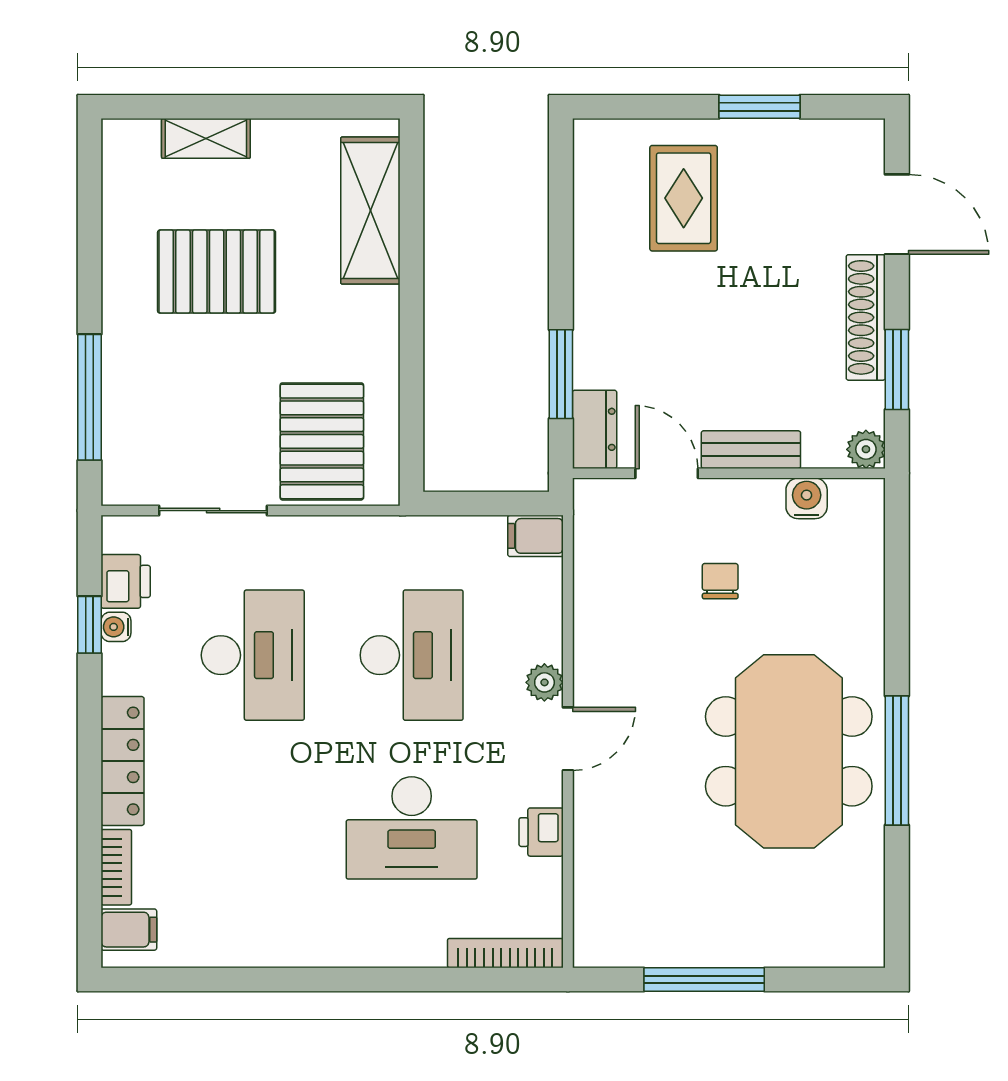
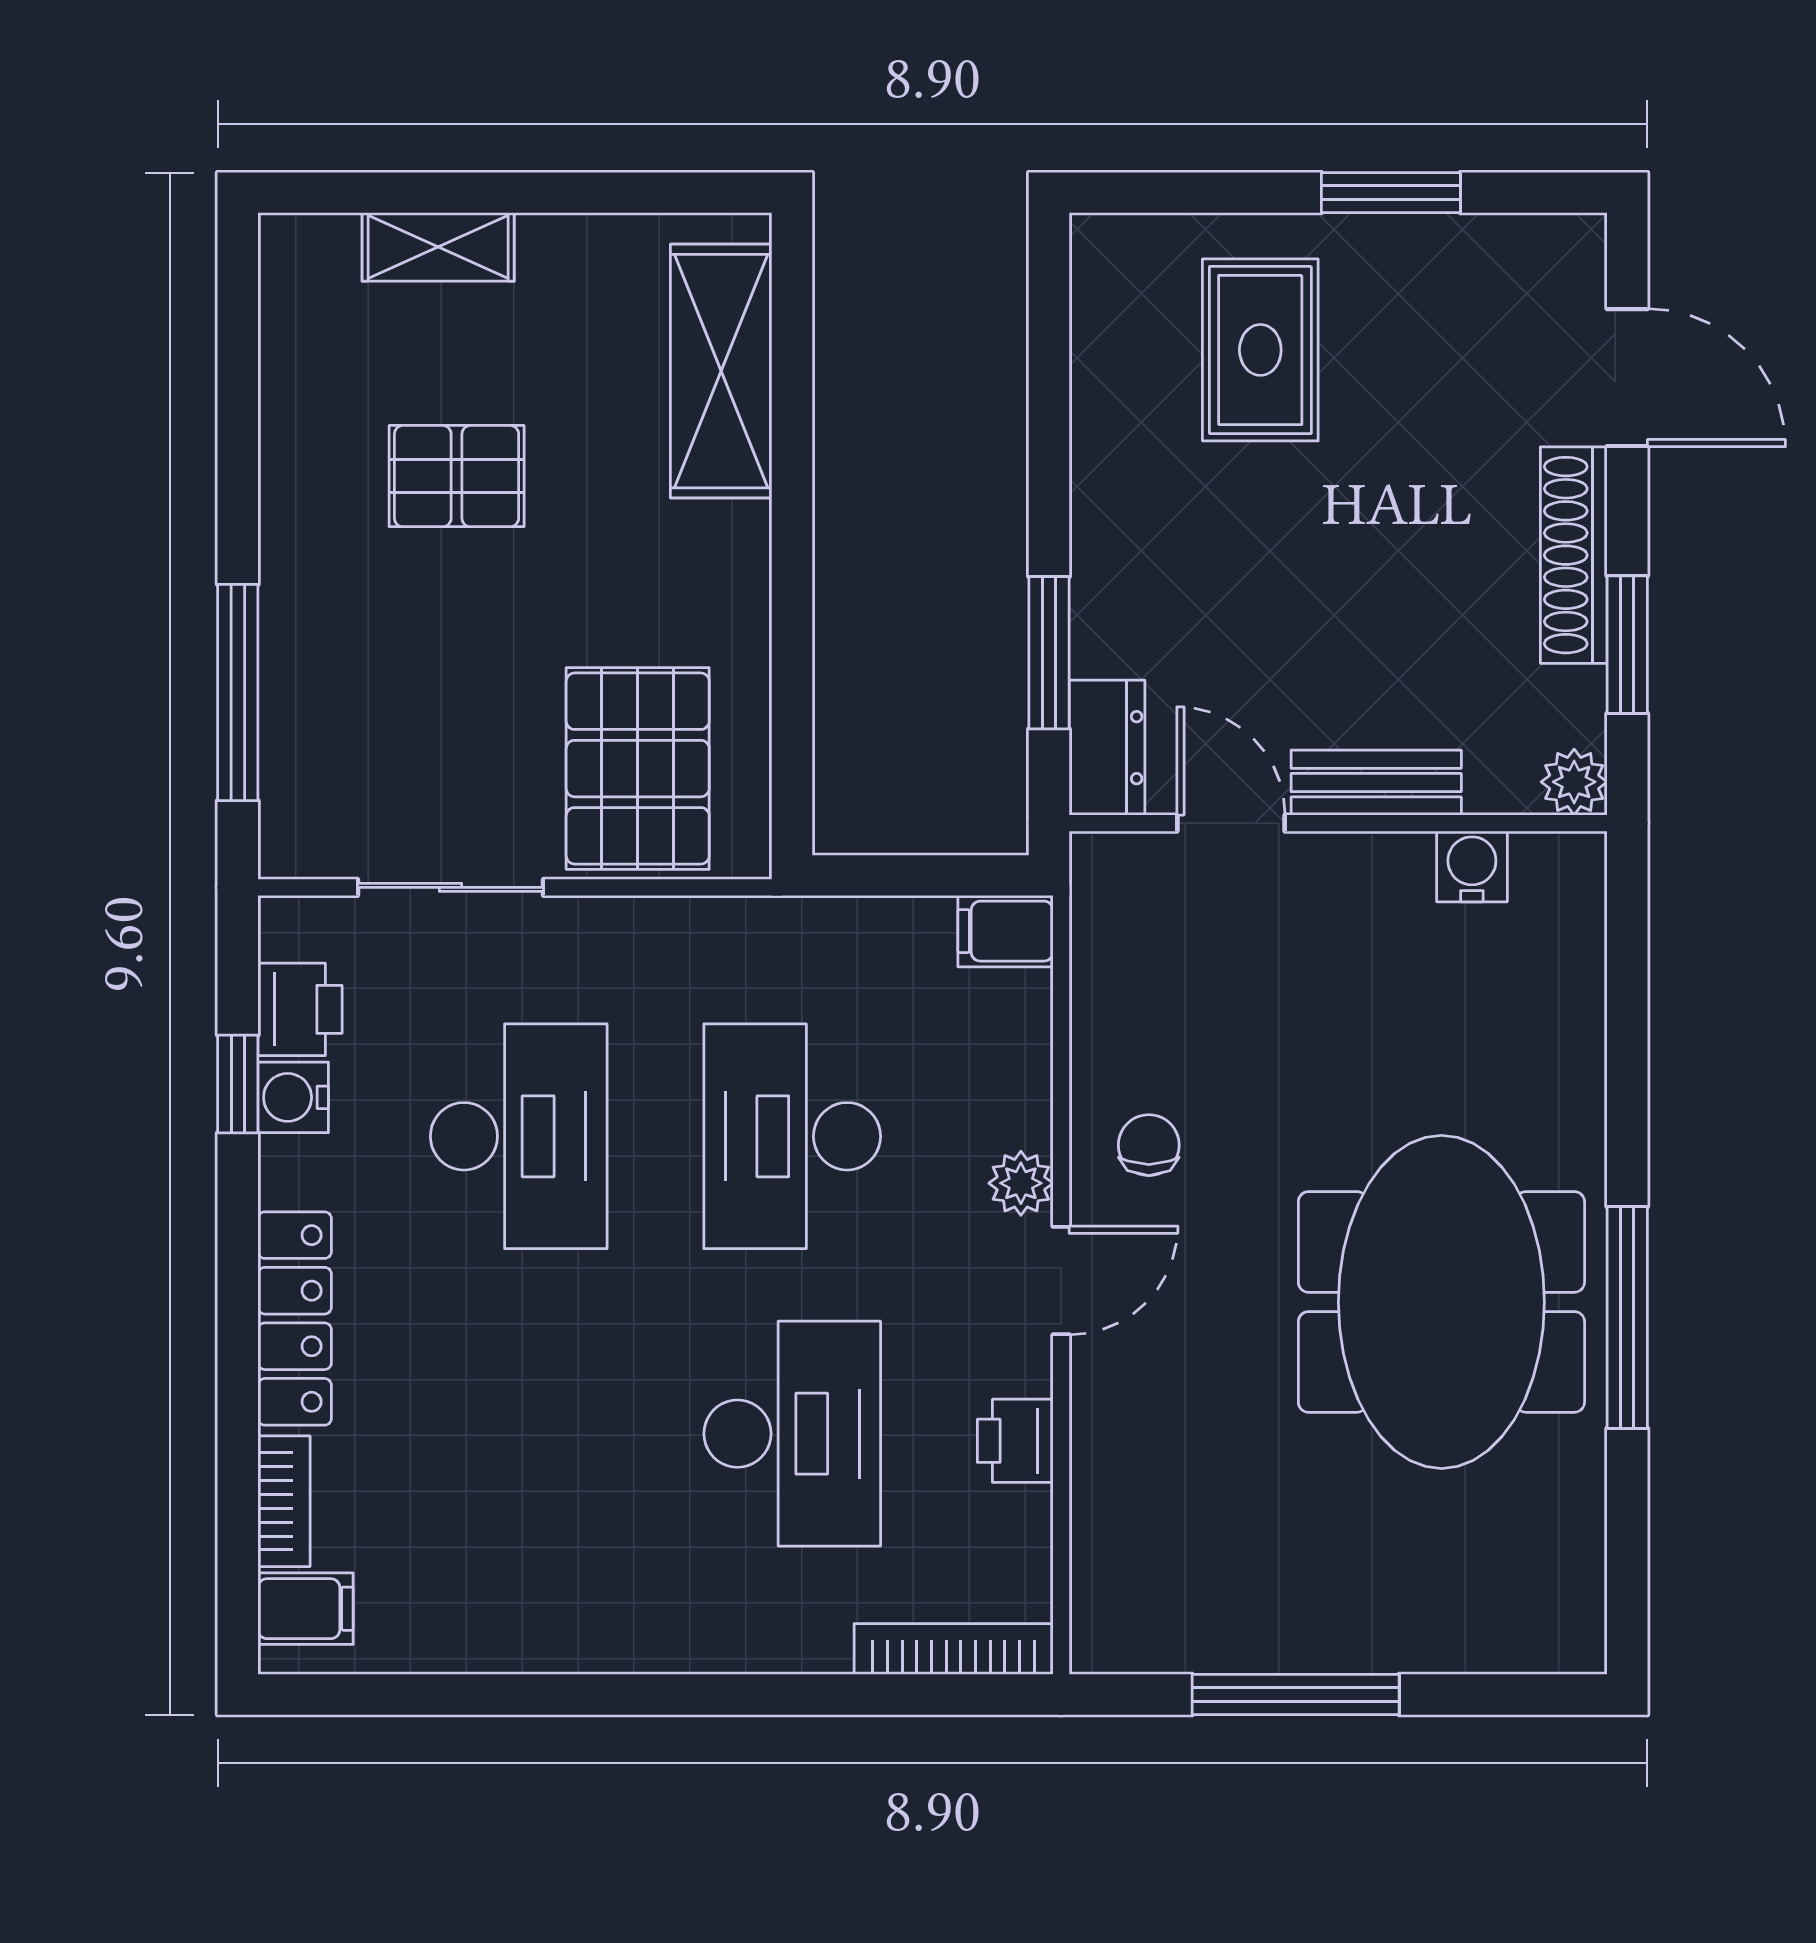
pallet: (217, 272) -> (457, 476), width x0.67, depth x0.71
chair: (720, 581) -> (1149, 1145), moved
water cooler: (116, 627) -> (293, 1097), width x1.38, depth x1.38
desk: (412, 655) -> (792, 1136), turned 180
desk: (412, 828) -> (792, 1434), turned -90

